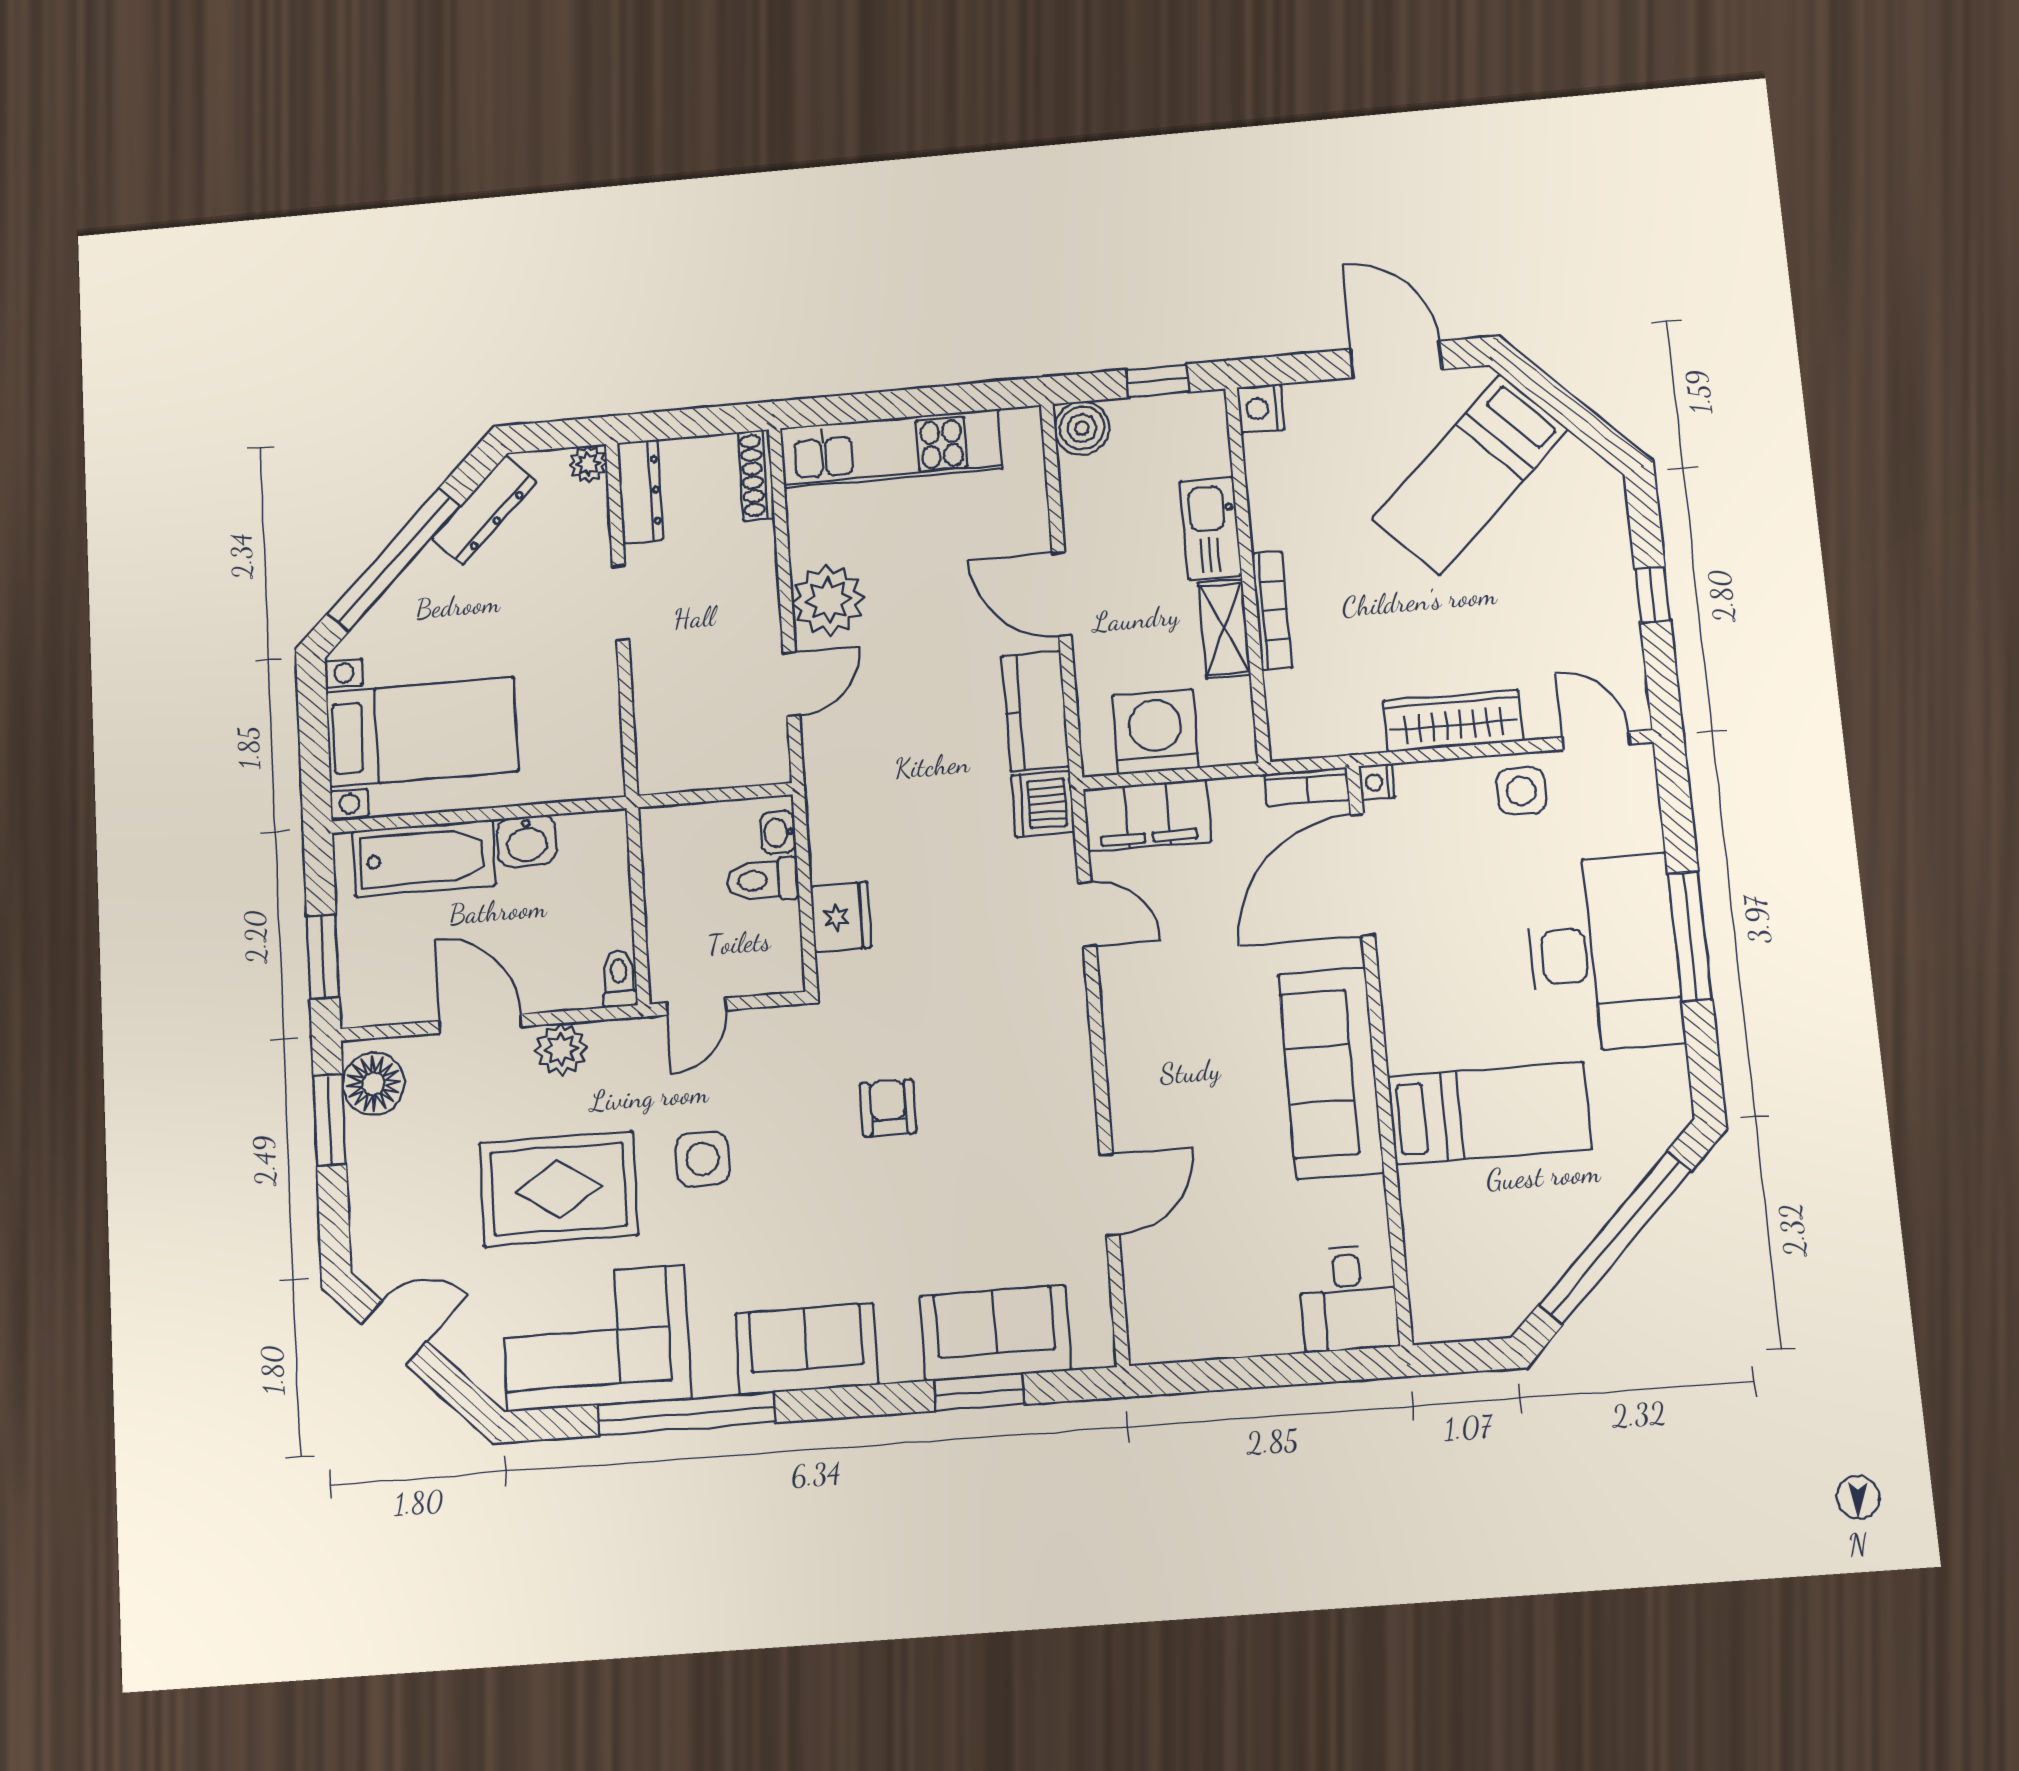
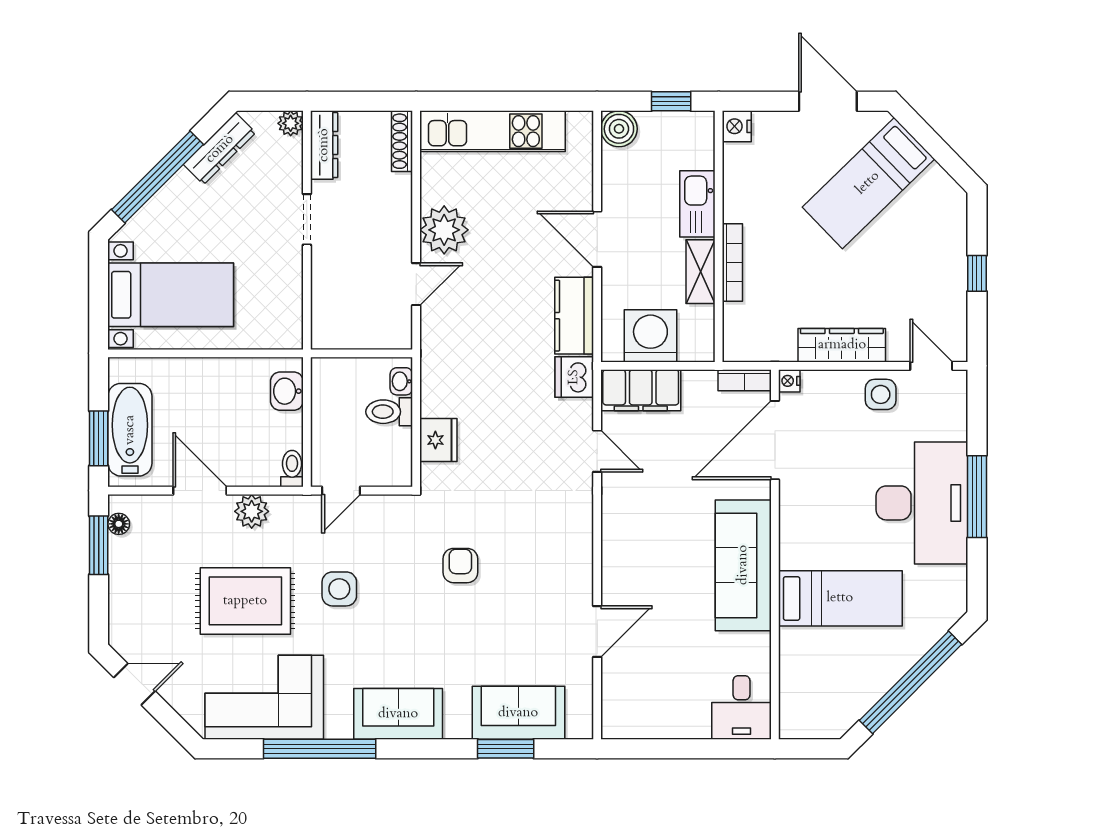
washbasin: (527, 841) -> (287, 391), moved, turned 90
bathtub: (424, 858) -> (130, 430), moved, turned -90
floor lamp: (373, 1084) -> (119, 524), width x0.53, depth x0.53

